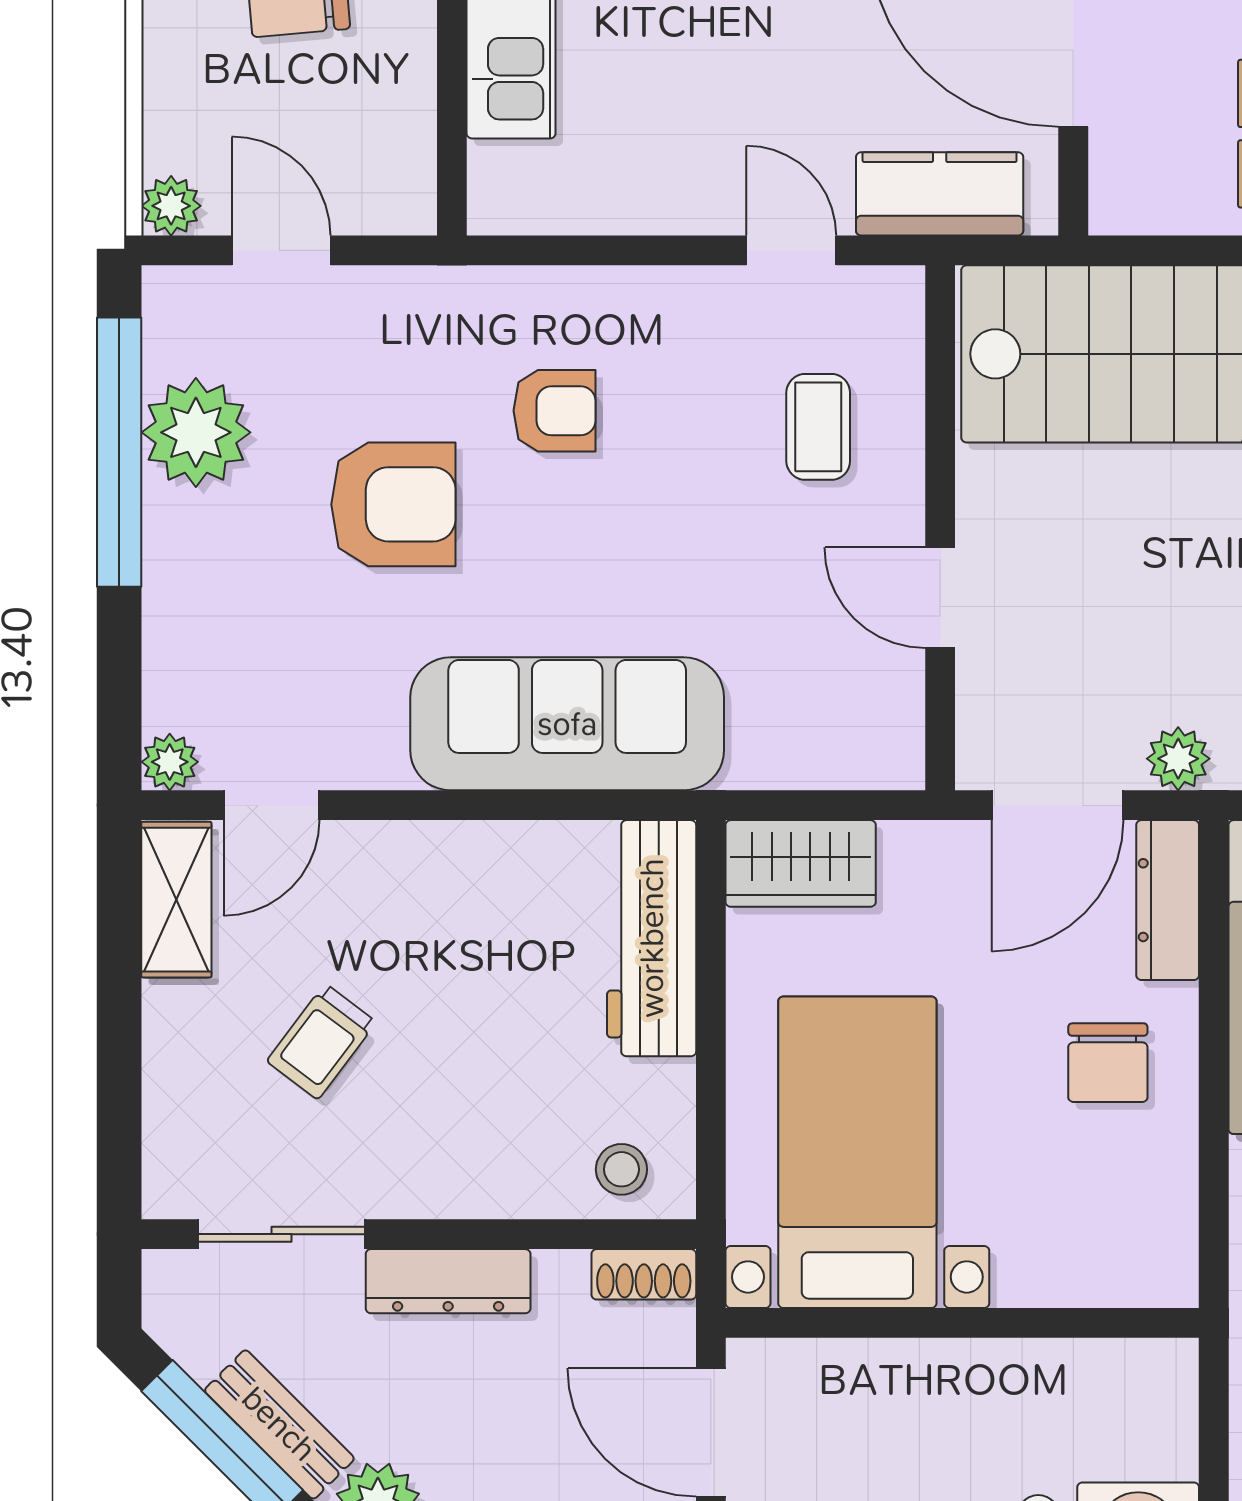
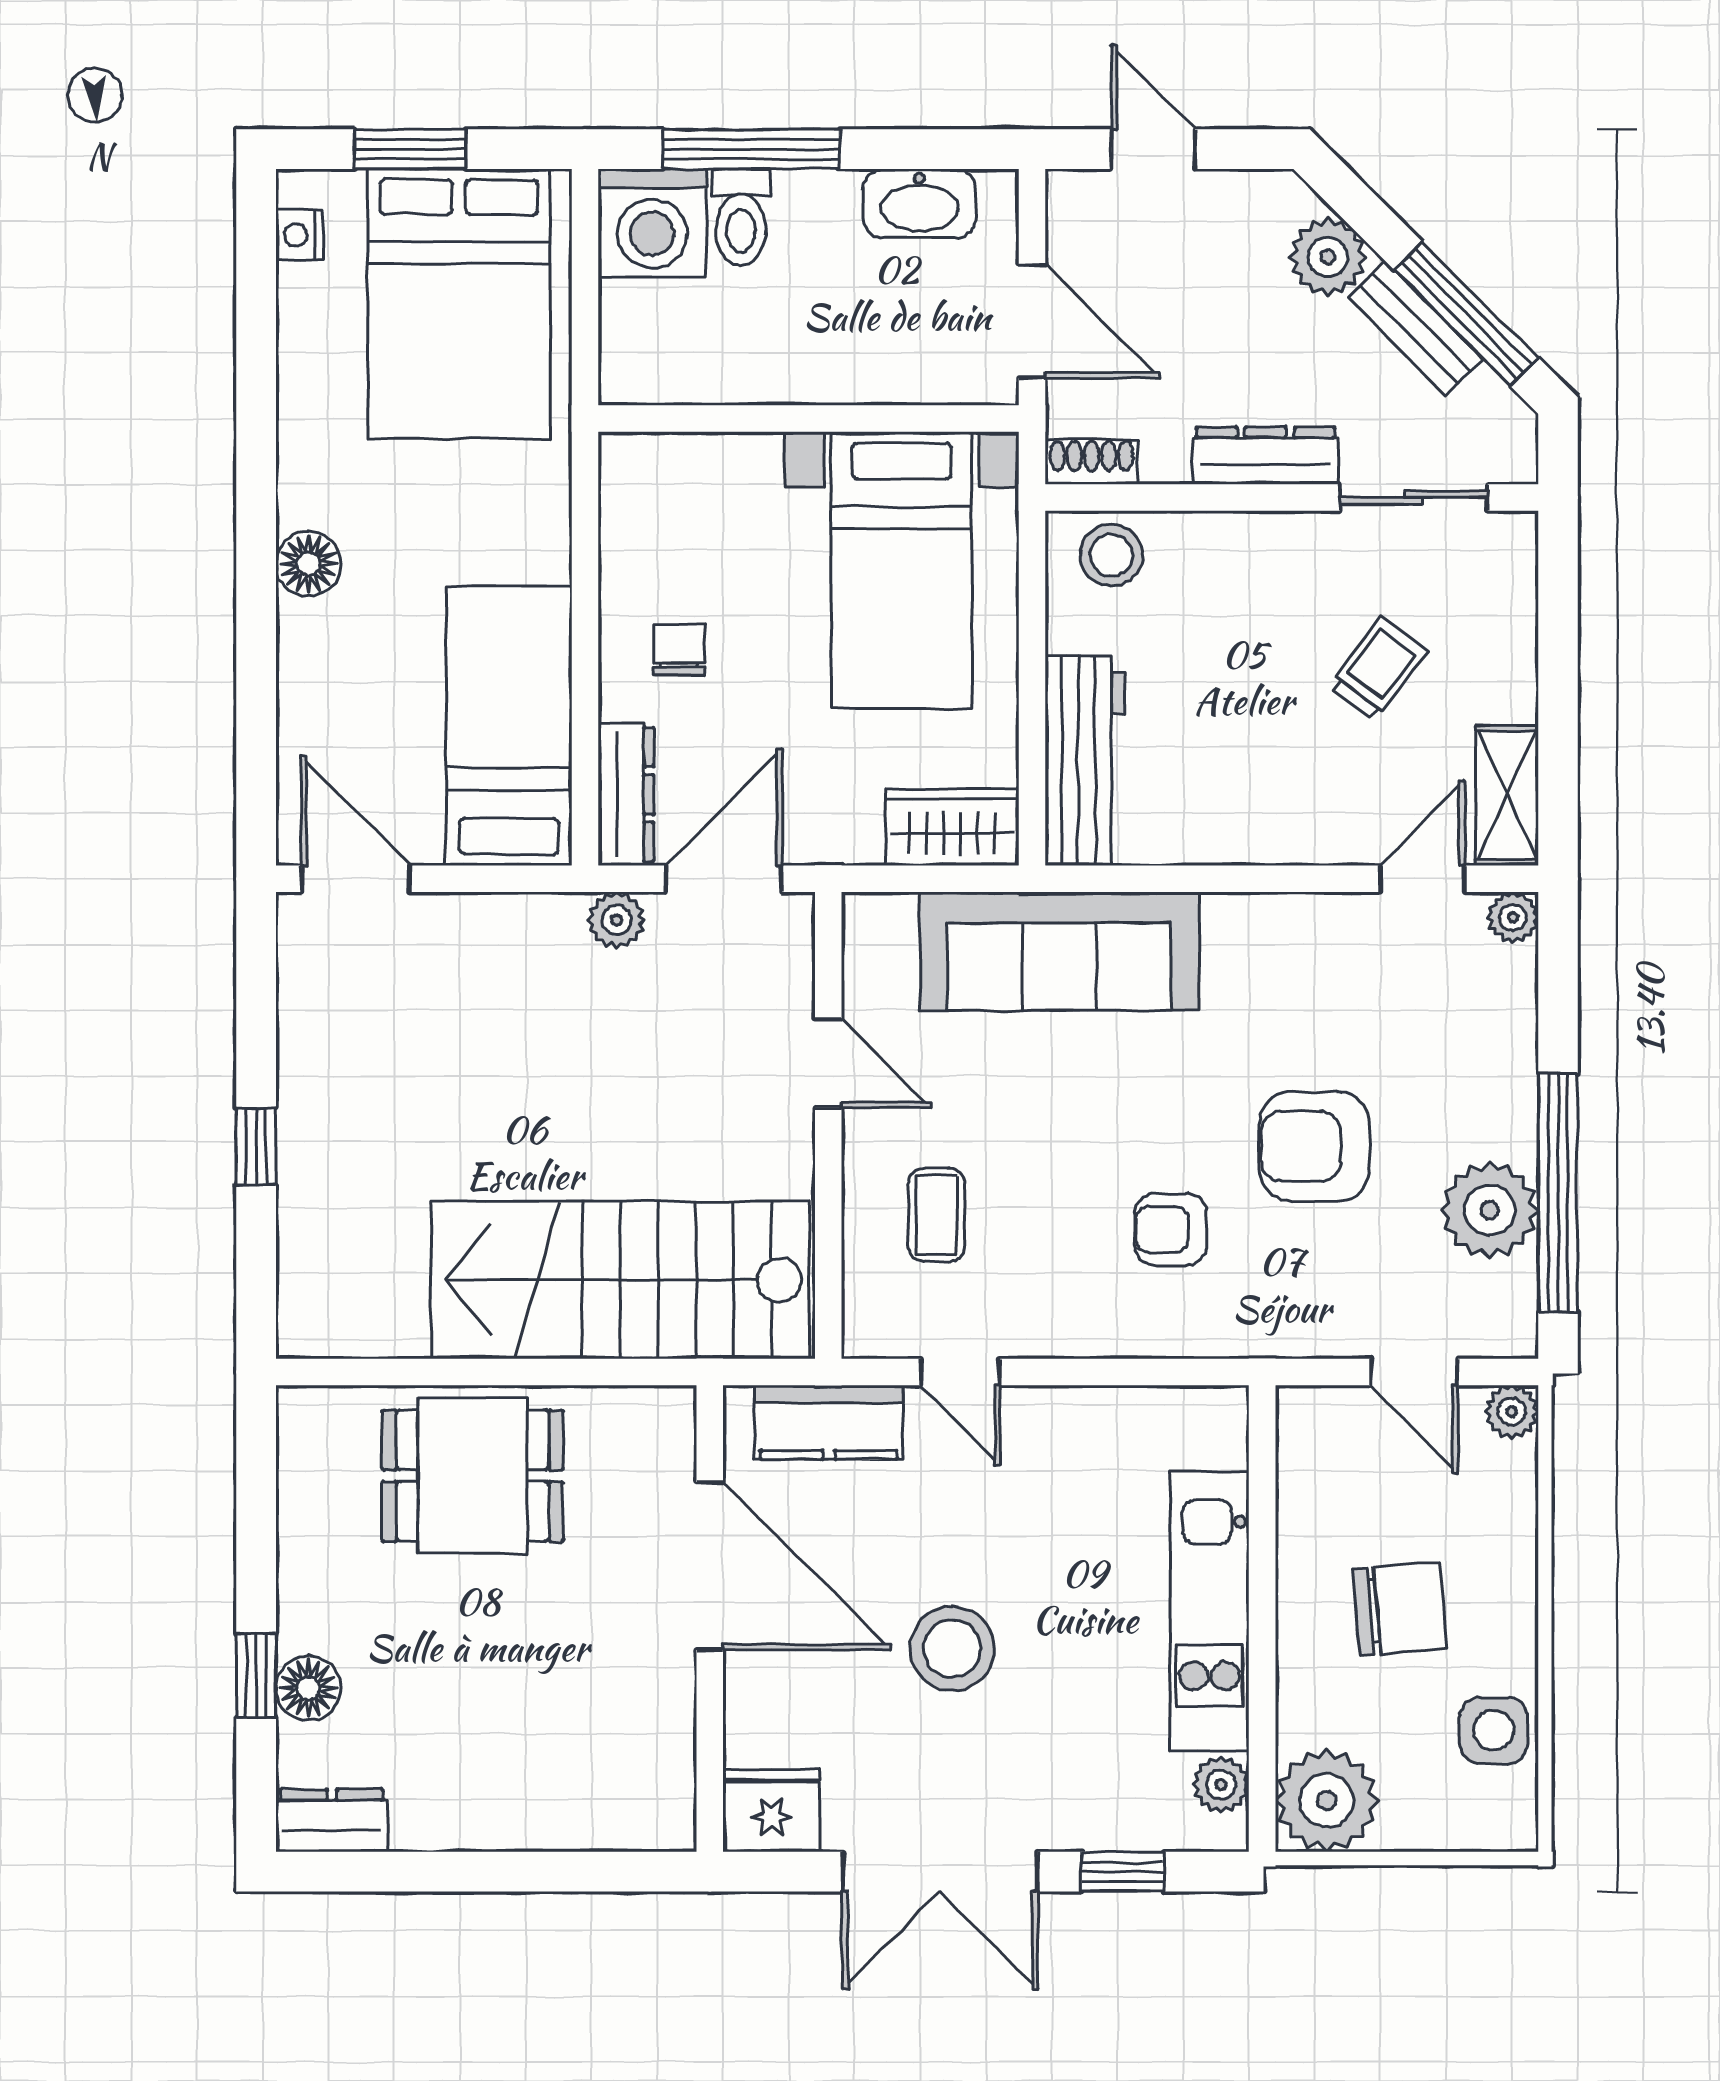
sofa: (567, 724) -> (1059, 951), moved
chair: (1108, 1063) -> (679, 650), width x0.73, depth x0.73
stool: (621, 1169) -> (1111, 555), width x1.37, depth x1.37

